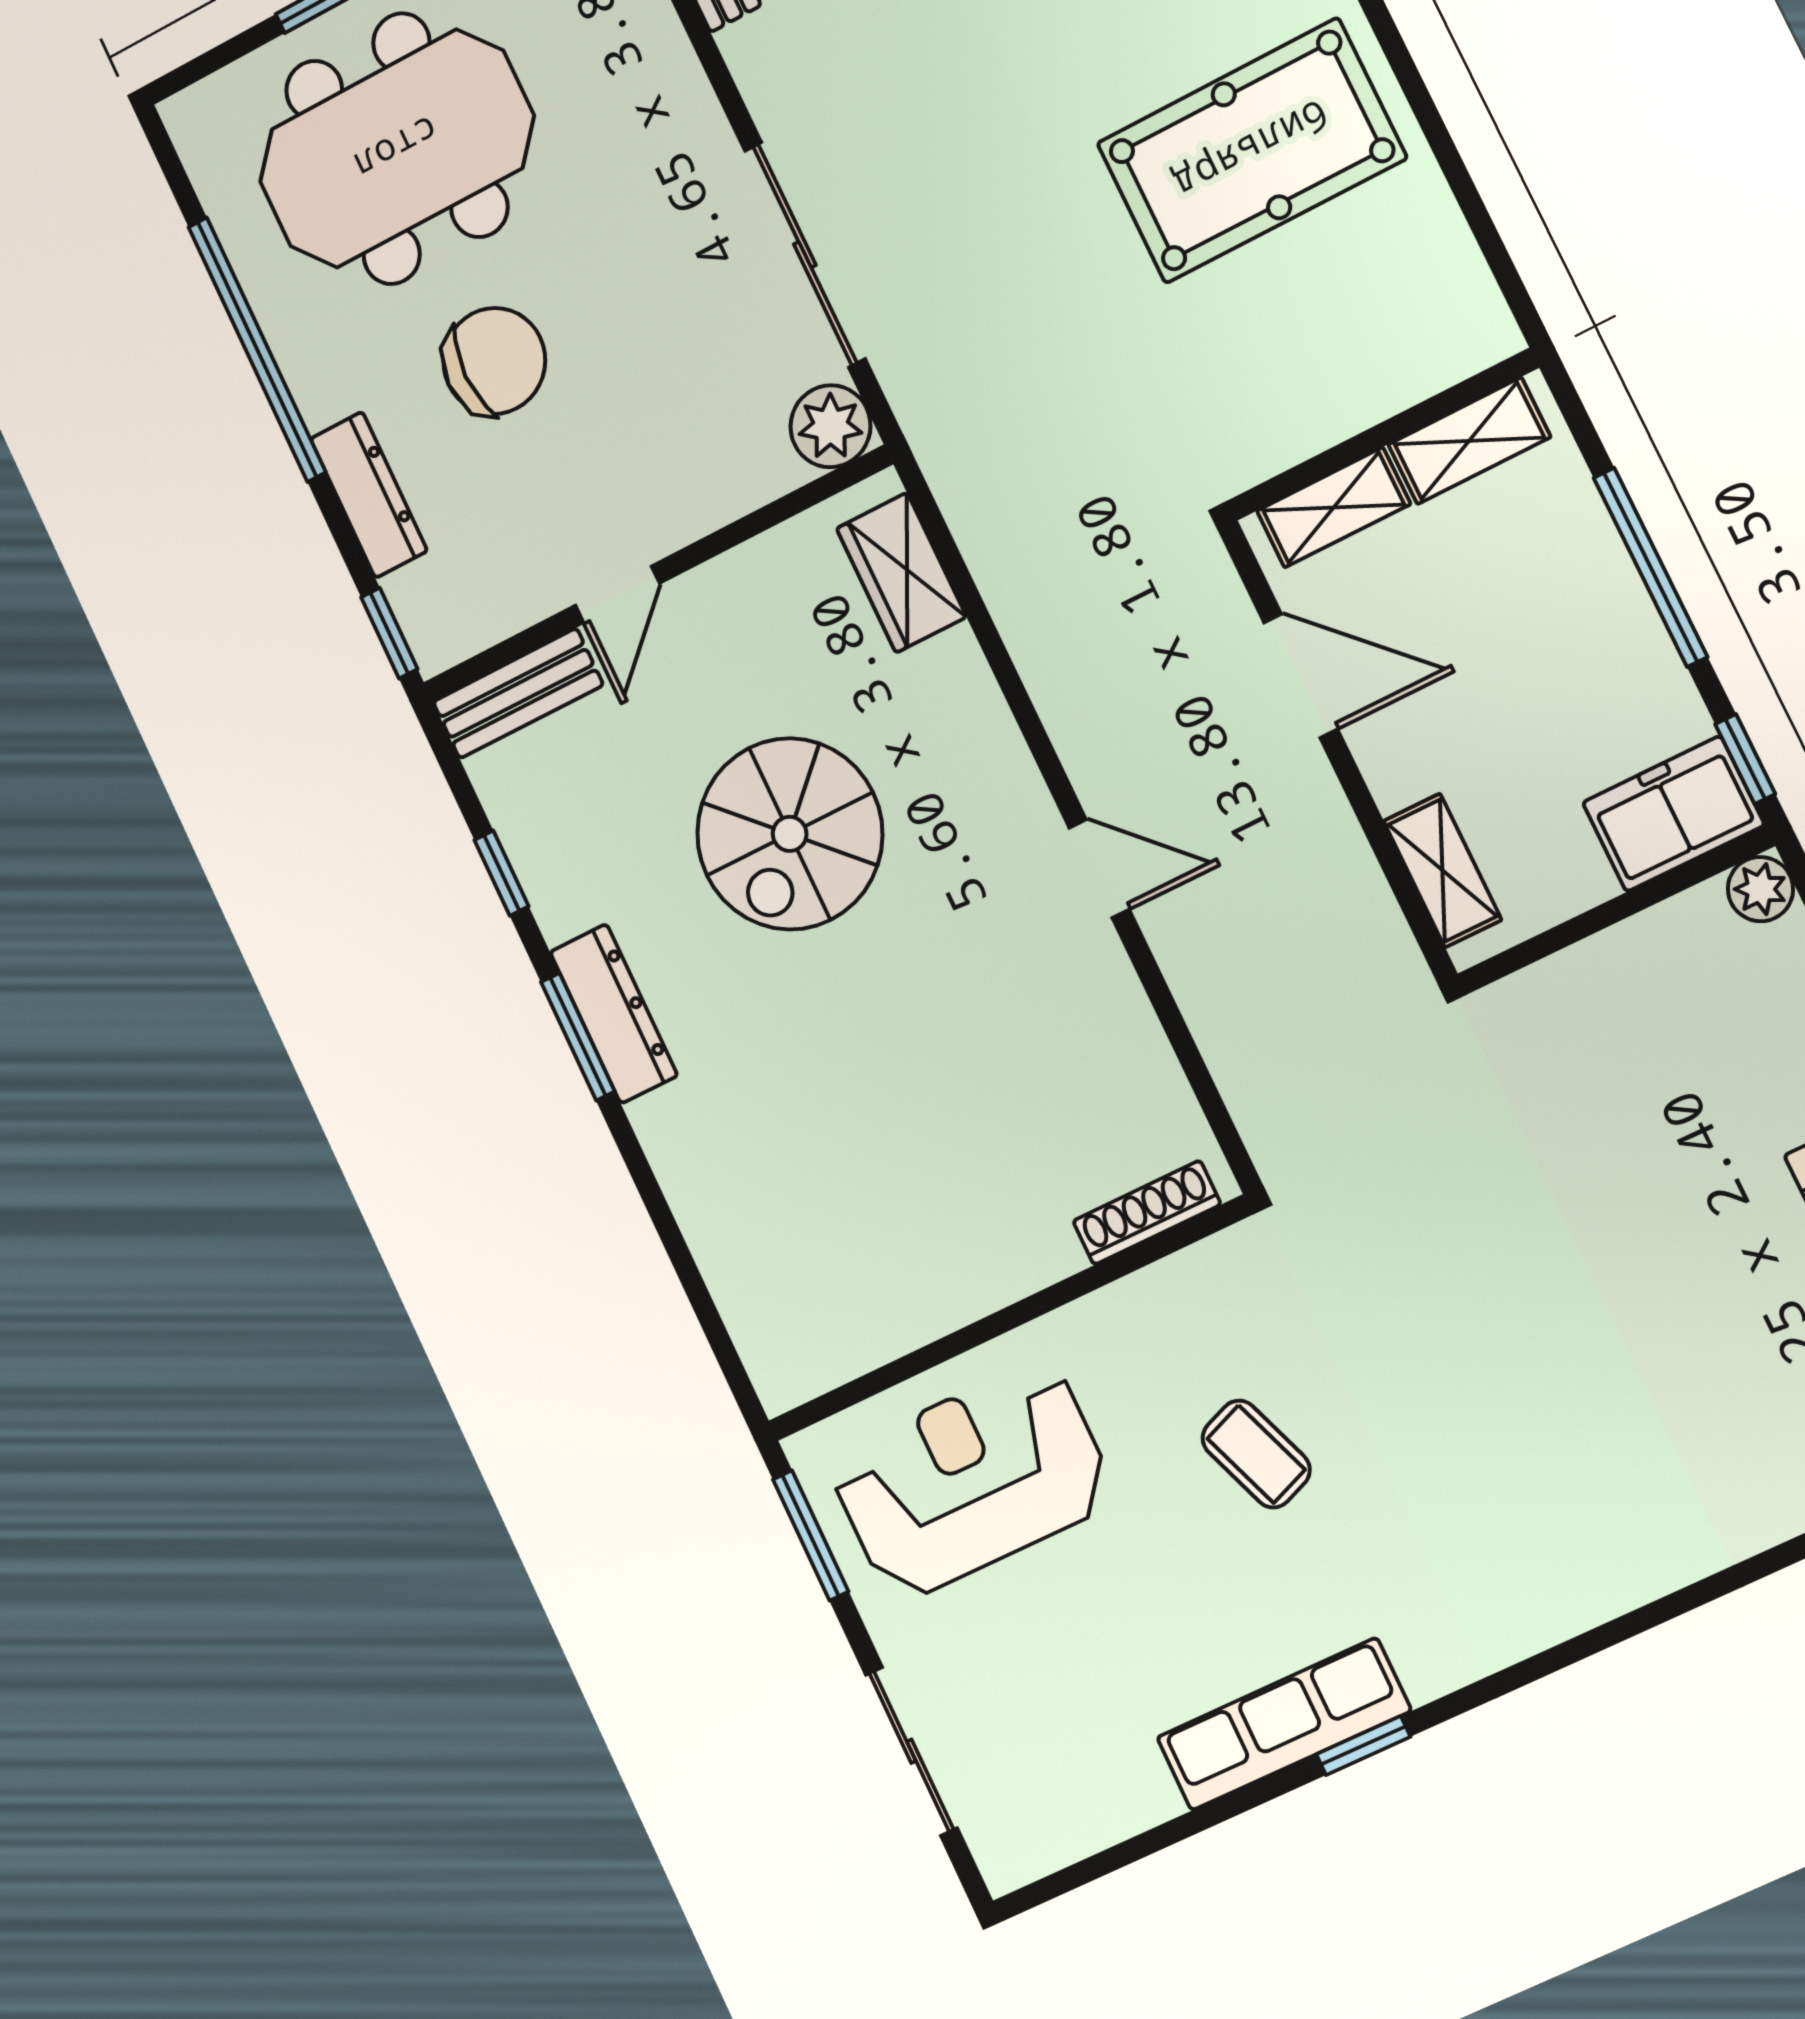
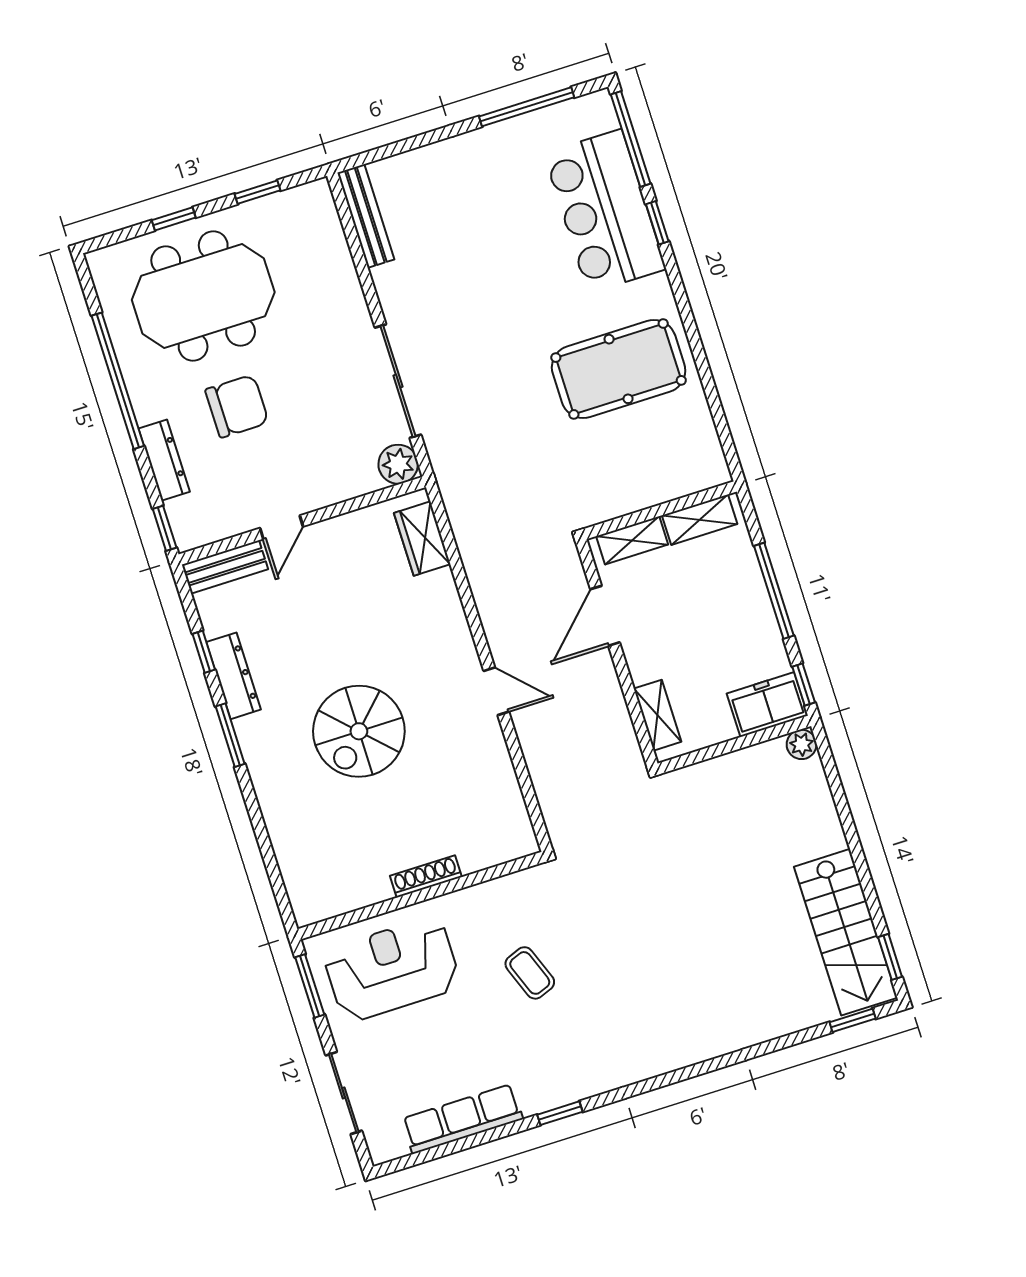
door: (1301, 676) -> (605, 616), swing flipped
spiral stairs: (790, 834) -> (359, 731), moved
dresser: (614, 1014) -> (234, 676), moved
shoe rack: (1147, 1213) -> (426, 876), moved
row of seats: (1284, 1724) -> (462, 1119), moved

